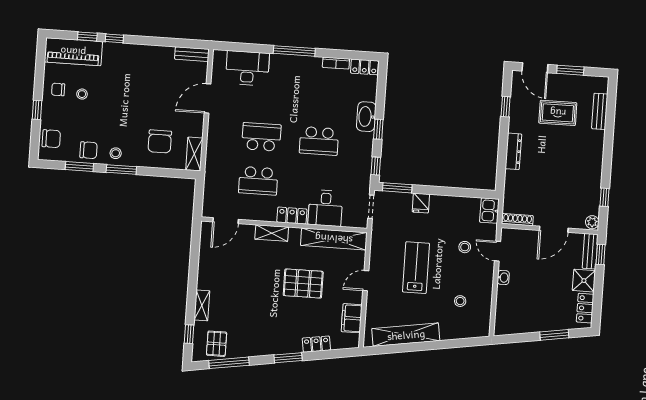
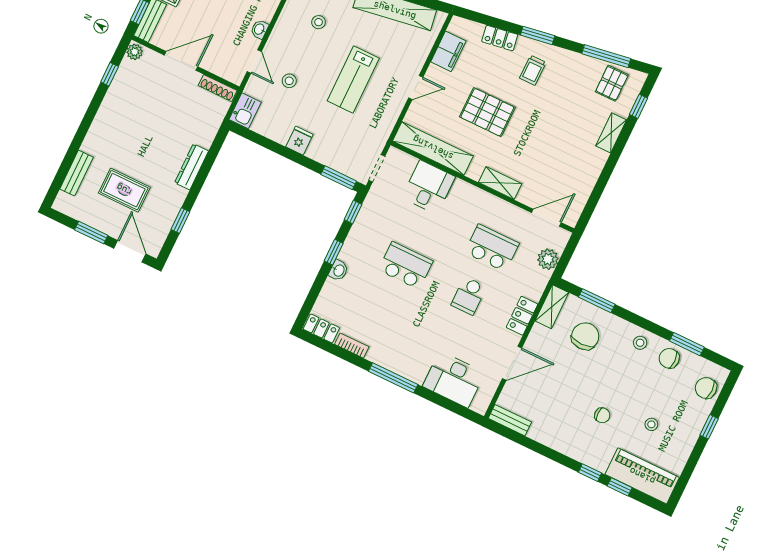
chair: (58, 89) -> (602, 415), moved
washbasin: (366, 117) -> (339, 270), width x0.52, depth x0.69
school desk: (261, 137) -> (469, 296), width x0.54
window: (121, 169) -> (597, 301), moved
plant: (212, 189) -> (548, 259), added
fridge: (421, 203) -> (299, 141), moved
locker: (292, 216) -> (522, 316), moved, turned 90
trolley: (281, 330) -> (533, 70), added

